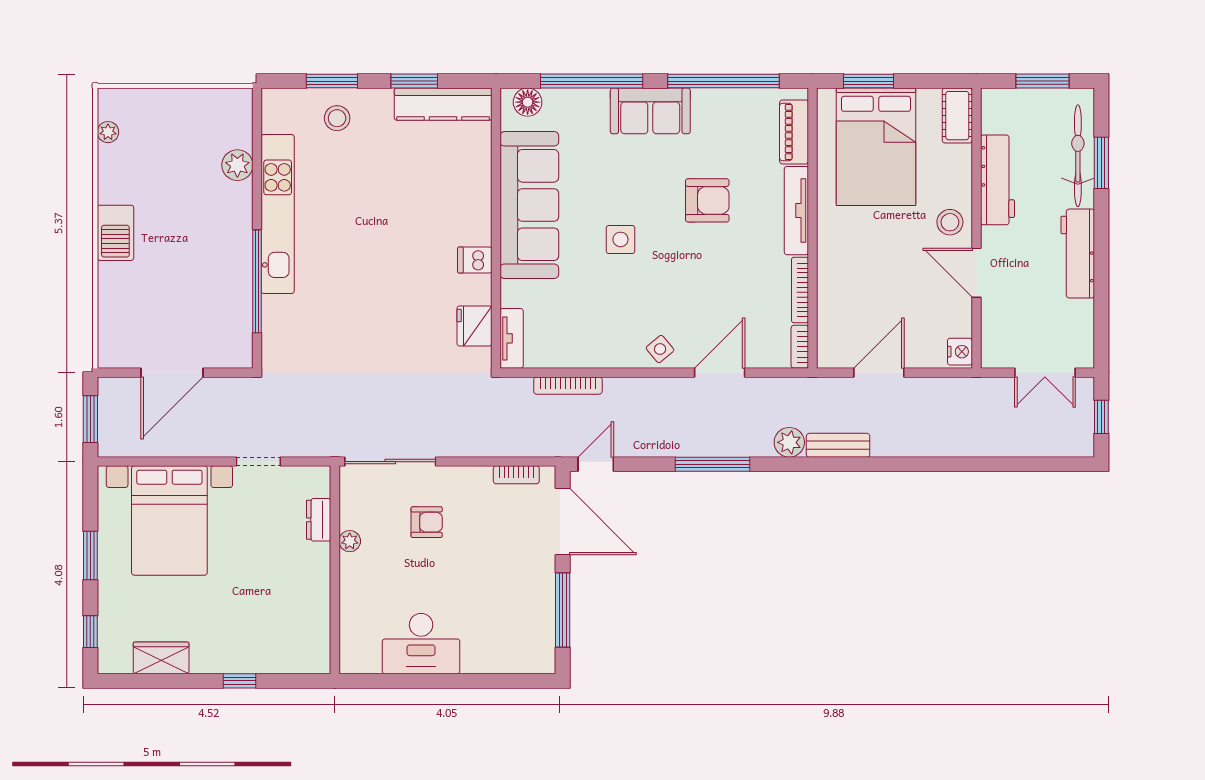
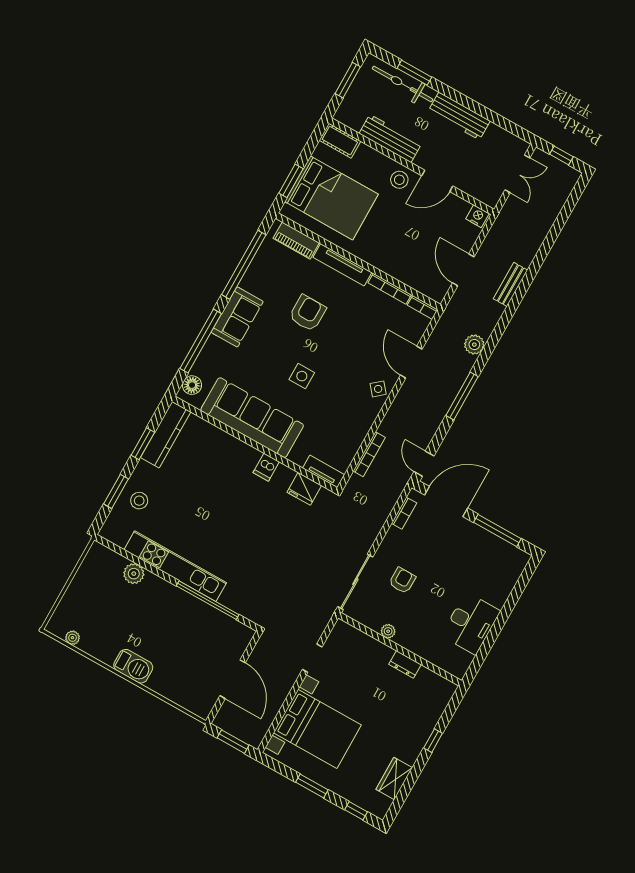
bench: (838, 445) -> (510, 284), moved
dresser: (319, 520) -> (405, 664), moved

